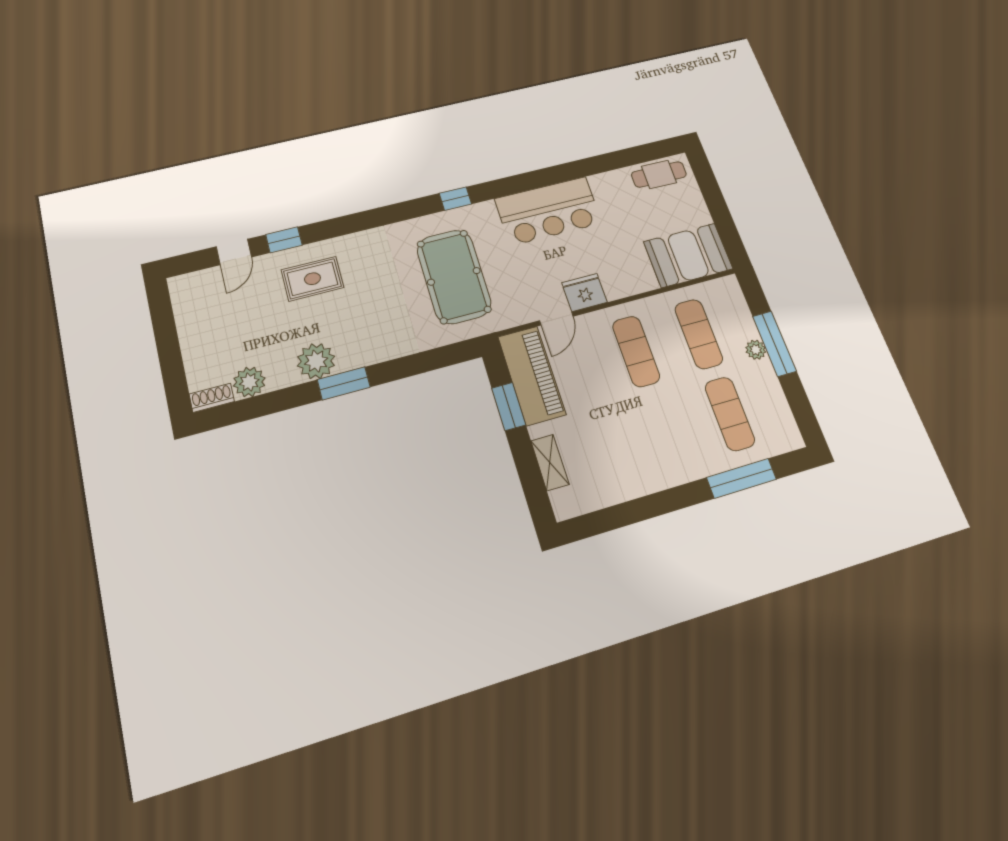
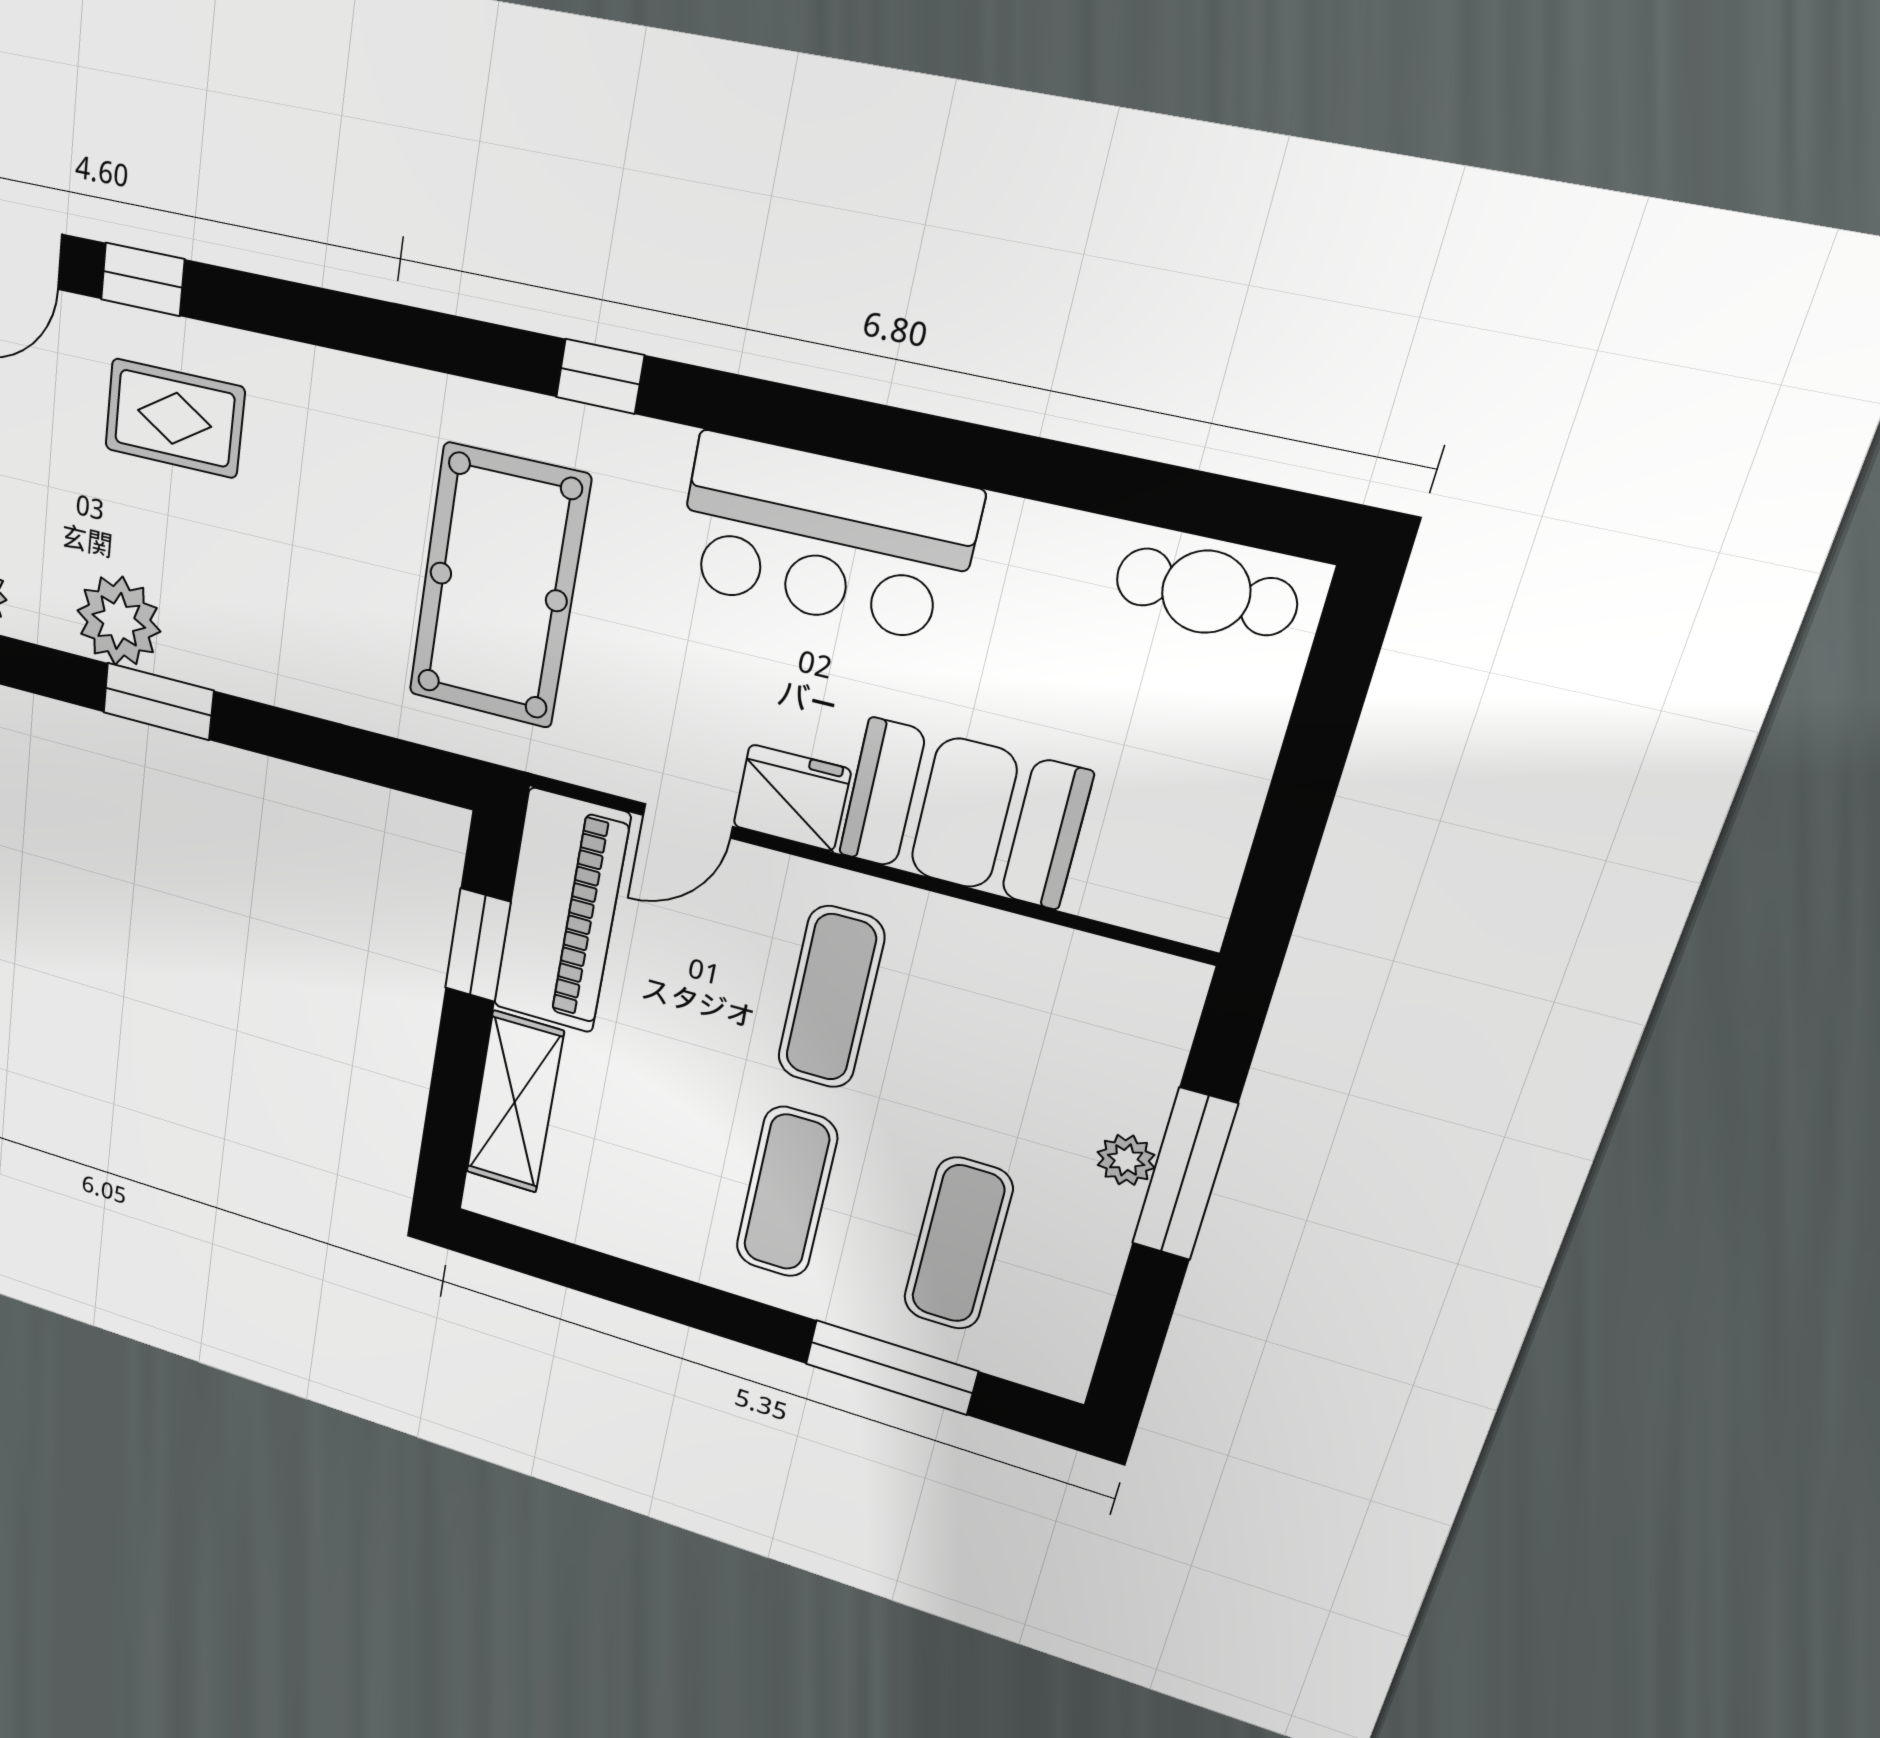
booth: (688, 255) -> (964, 813), moved
exercise mat: (699, 334) -> (786, 1192), moved
shelving: (550, 463) -> (515, 1102), width x1.50, depth x1.33

